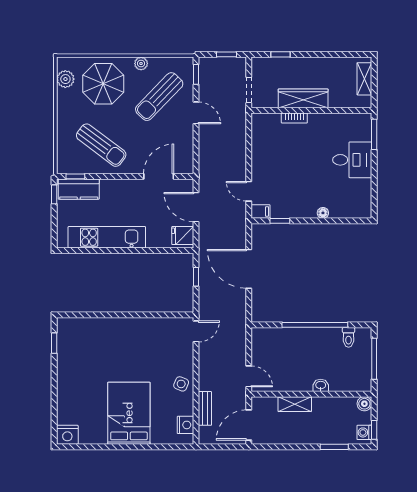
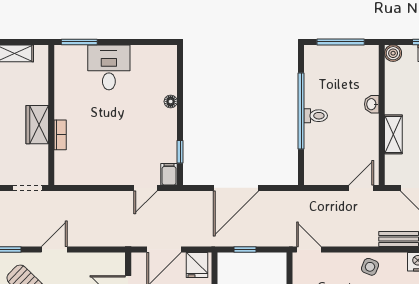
wardrobe: (303, 98) -> (37, 125), width x0.67
toilet: (349, 337) -> (316, 116), moved

